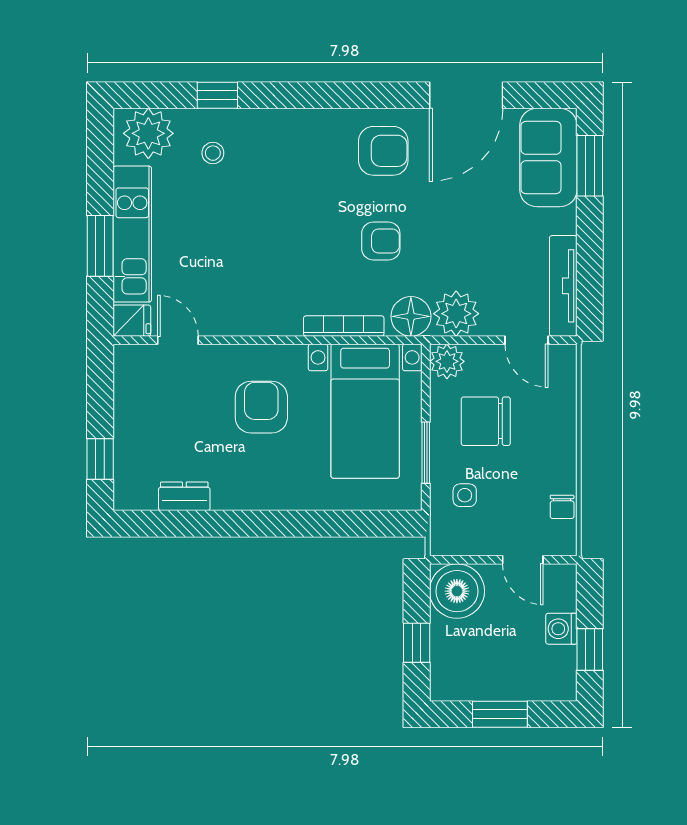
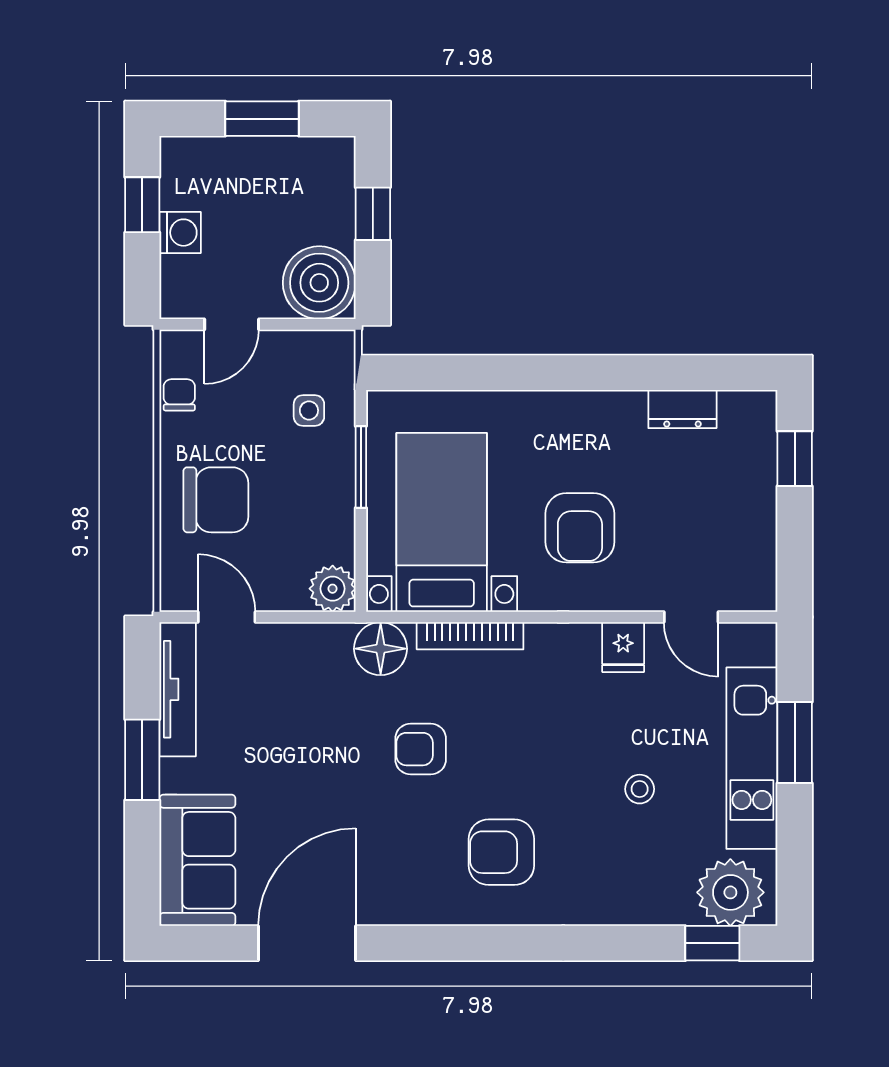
window: (217, 95) -> (712, 943), moved
armchair: (383, 151) -> (501, 852), moved
stool: (213, 153) -> (640, 789), moved
window: (590, 166) -> (142, 760), moved
plant: (456, 314) -> (320, 652), removed
fridge: (132, 321) -> (623, 647), moved, turned -90
chair: (486, 421) -> (216, 500), moved
door: (523, 560) -> (232, 324), swing flipped

